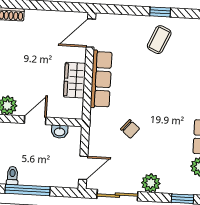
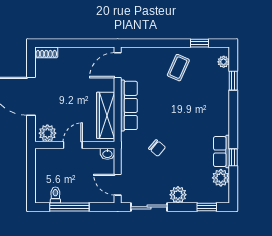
window: (160, 12) -> (199, 43), moved
wardrobe: (75, 80) -> (106, 115), width x1.50
washbasin: (60, 132) -> (107, 154), moved
door: (83, 168) -> (118, 185), swing flipped

